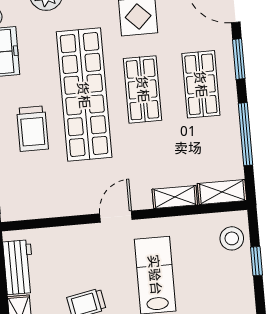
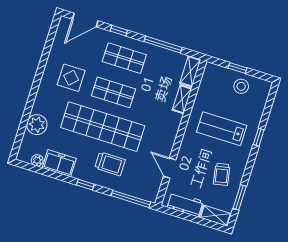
window: (239, 59) -> (119, 31), width x0.67
door: (116, 217) -> (170, 168), moved
stool: (232, 238) -> (241, 86), moved

